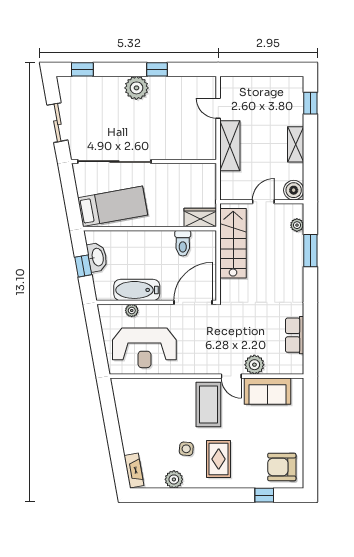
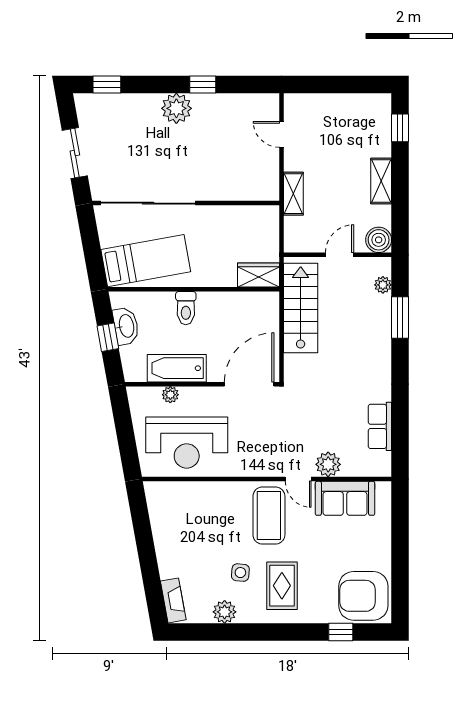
shelving: (230, 146) -> (293, 194), width x0.67, depth x0.75
toilet: (183, 243) -> (186, 308), moved
armchair: (282, 467) -> (363, 596), width x1.36, depth x1.36

